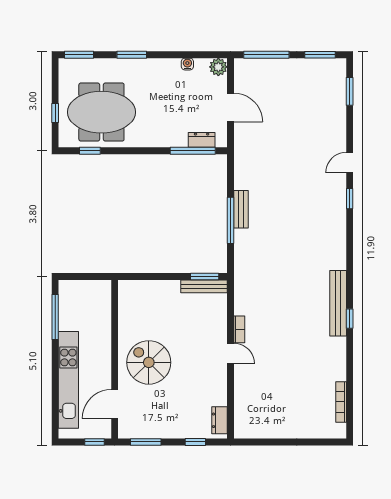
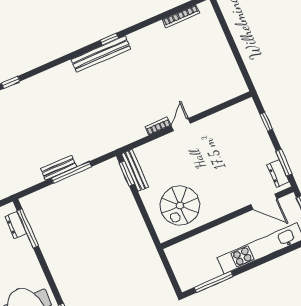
spiral stairs: (149, 362) -> (180, 205), moved
dresser: (219, 420) -> (278, 173), moved, turned 90

